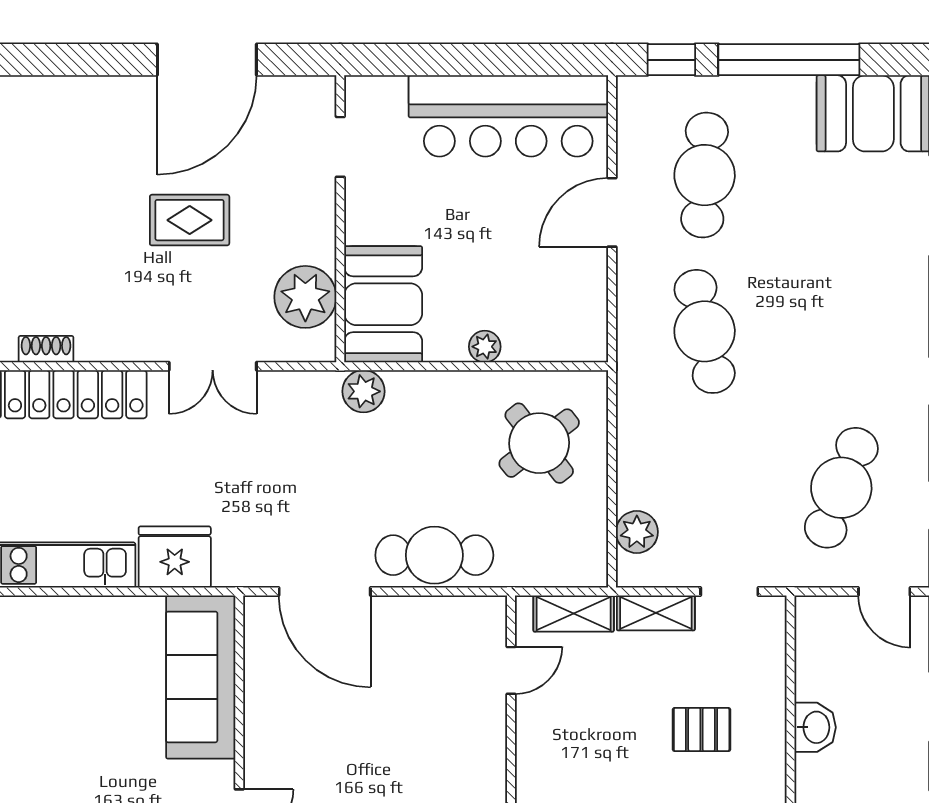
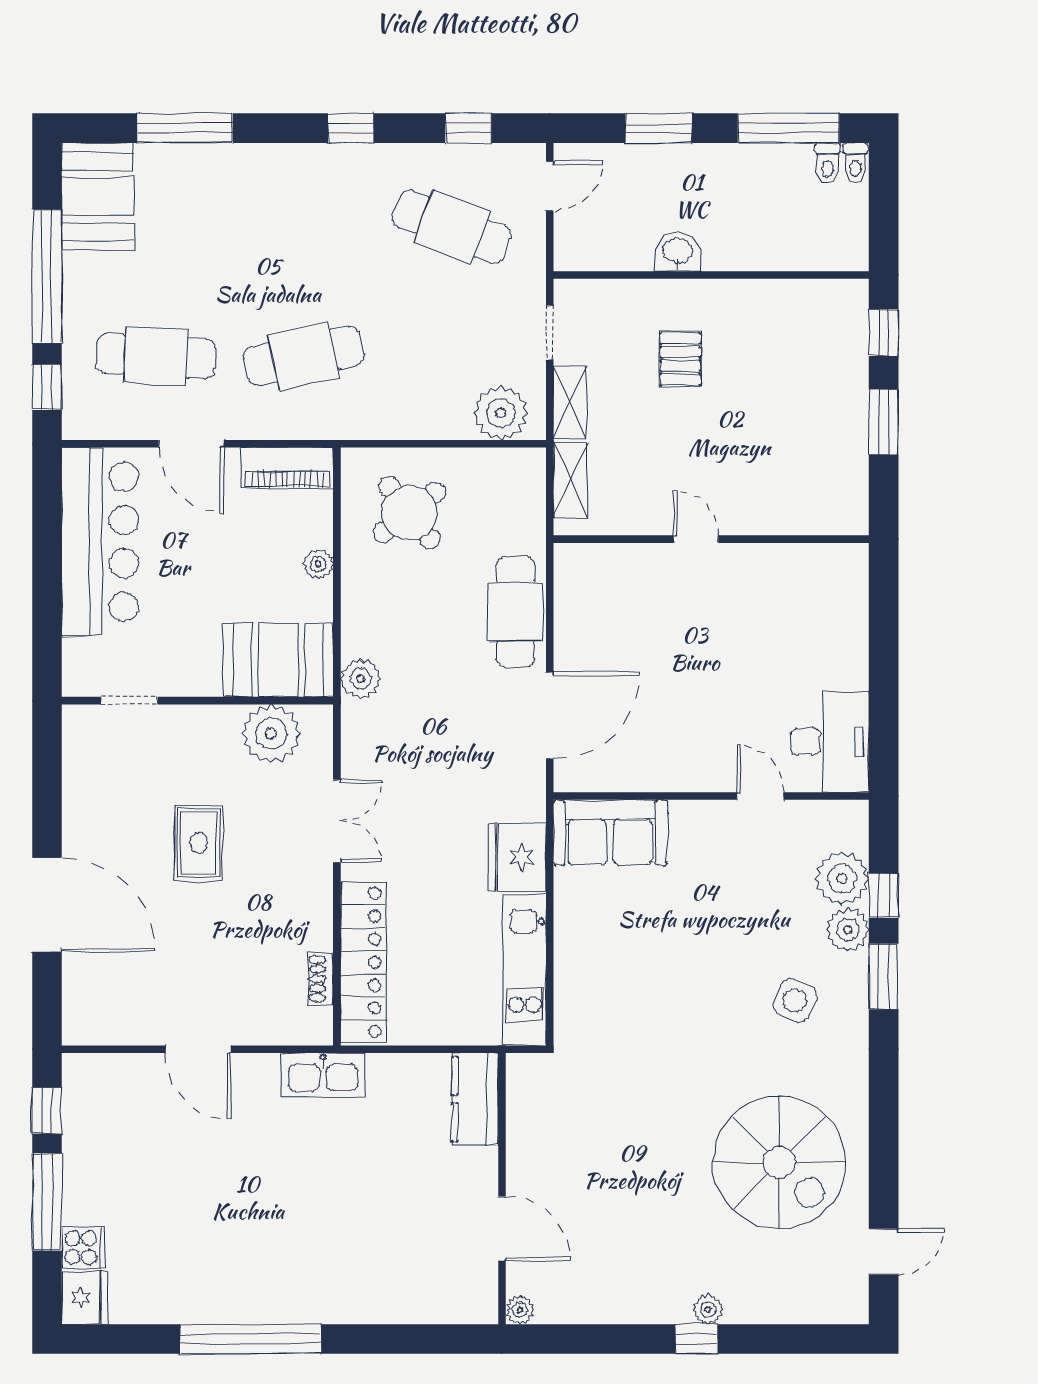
door: (207, 60) -> (47, 905), moved
piano: (586, 314) -> (287, 468), added
plant: (637, 532) -> (501, 413), width x1.36, depth x1.36
door: (511, 670) -> (696, 539), moved
sofa: (201, 677) -> (610, 832), width x0.73

